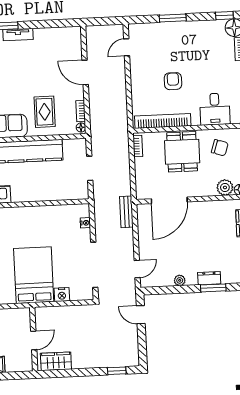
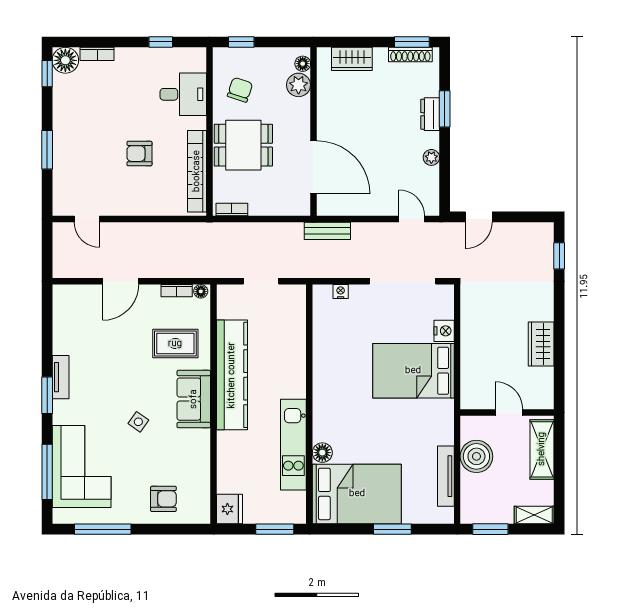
wall: (34, 339) -> (507, 413), moved
door: (34, 340) -> (509, 413), moved

